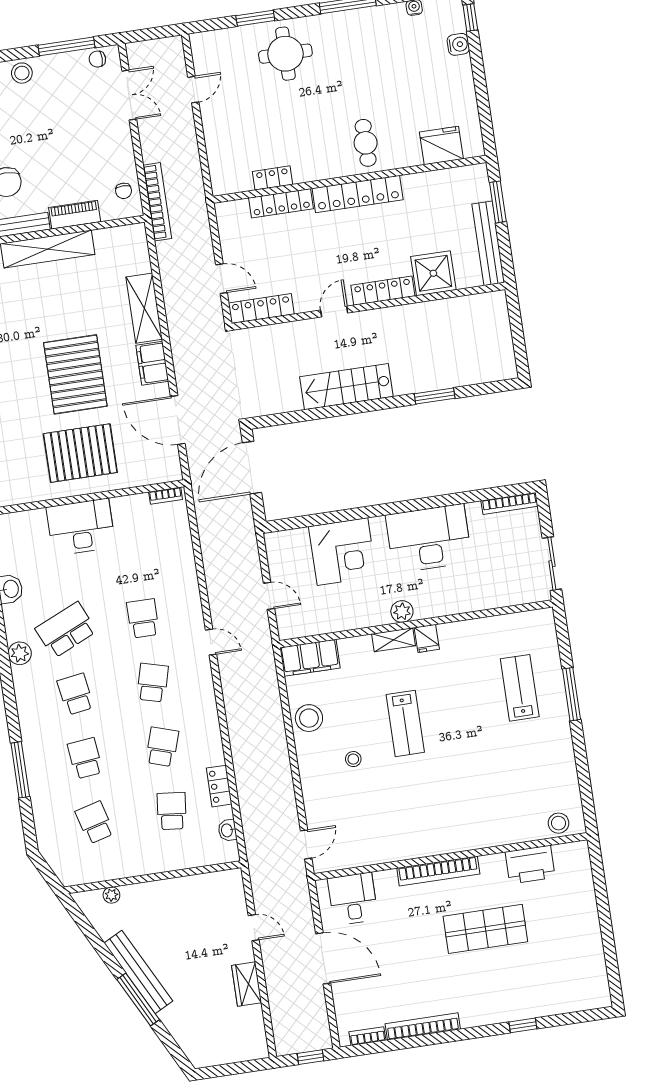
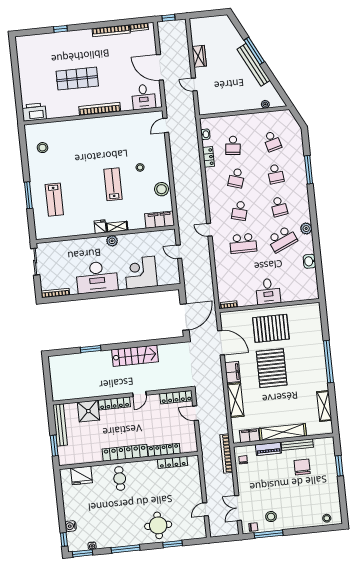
stool: (22, 73) -> (271, 517), moved
locker: (273, 178) -> (173, 462), width x1.53
filing cabinet: (113, 239) -> (250, 436), added
desk: (81, 527) -> (268, 291), width x0.73
school desk: (143, 618) -> (243, 243), width x1.85
stool: (559, 823) -> (43, 148), moved
printer: (530, 865) -> (34, 112), moved

